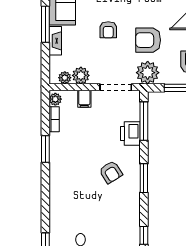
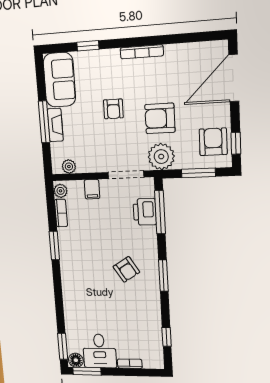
window: (45, 24) -> (44, 122), moved
plant: (81, 75) -> (86, 163), removed
printer: (130, 133) -> (145, 212), moved

